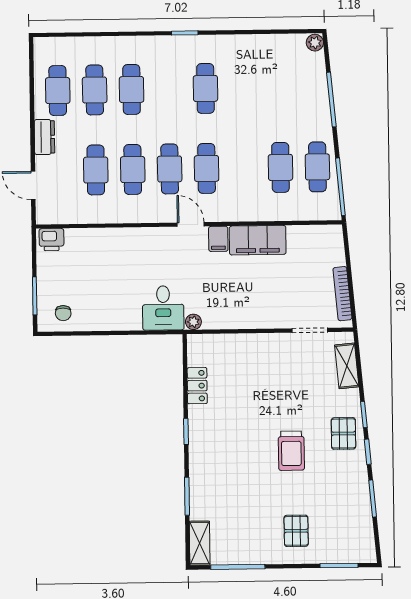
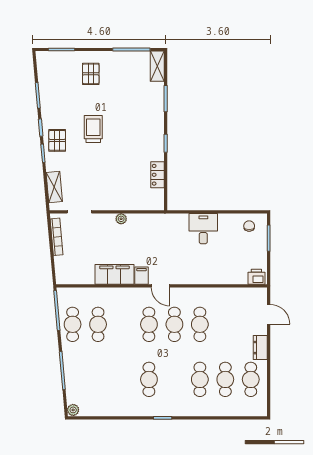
cafe table: (96, 170) -> (225, 324), removed
desk: (163, 308) -> (203, 229), moved
plant: (193, 322) -> (121, 219), moved

